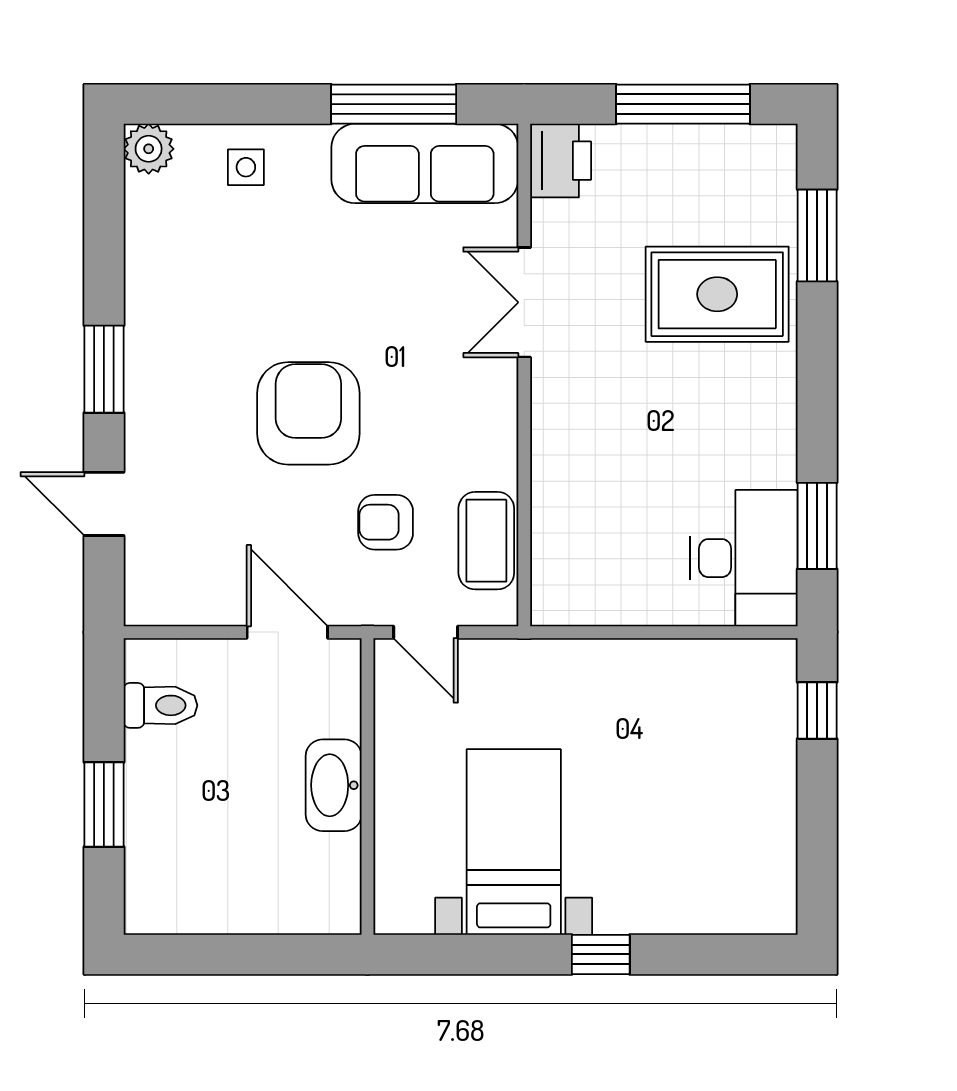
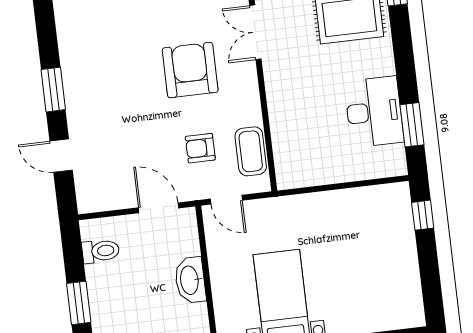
armchair: (308, 413) -> (190, 70), moved
desk: (744, 558) -> (374, 112), moved

